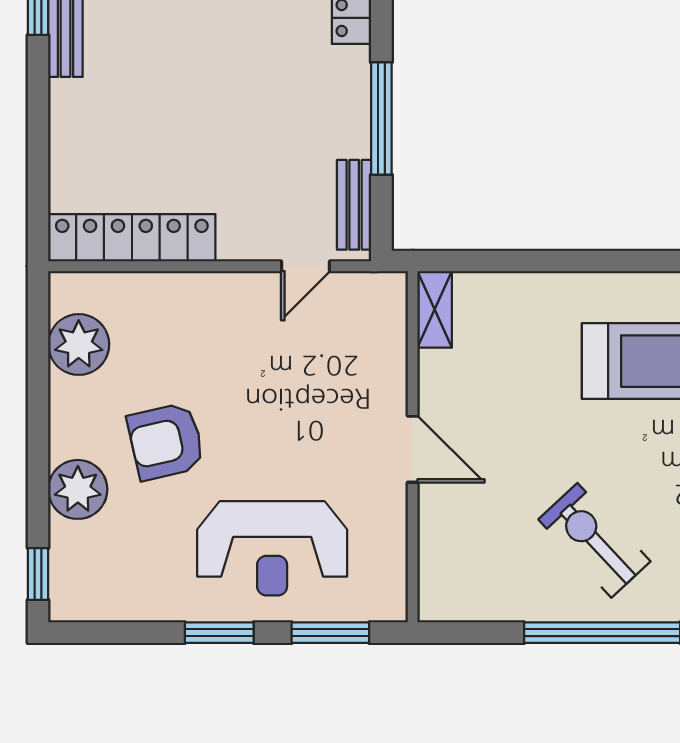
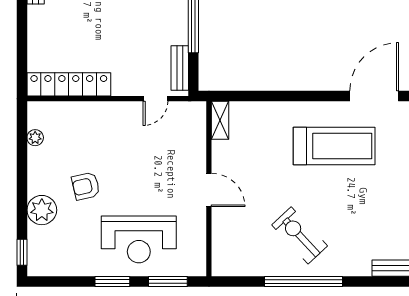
plant: (79, 344) -> (35, 138), width x0.53, depth x0.53
armchair: (166, 441) -> (86, 186), width x0.72, depth x0.72

